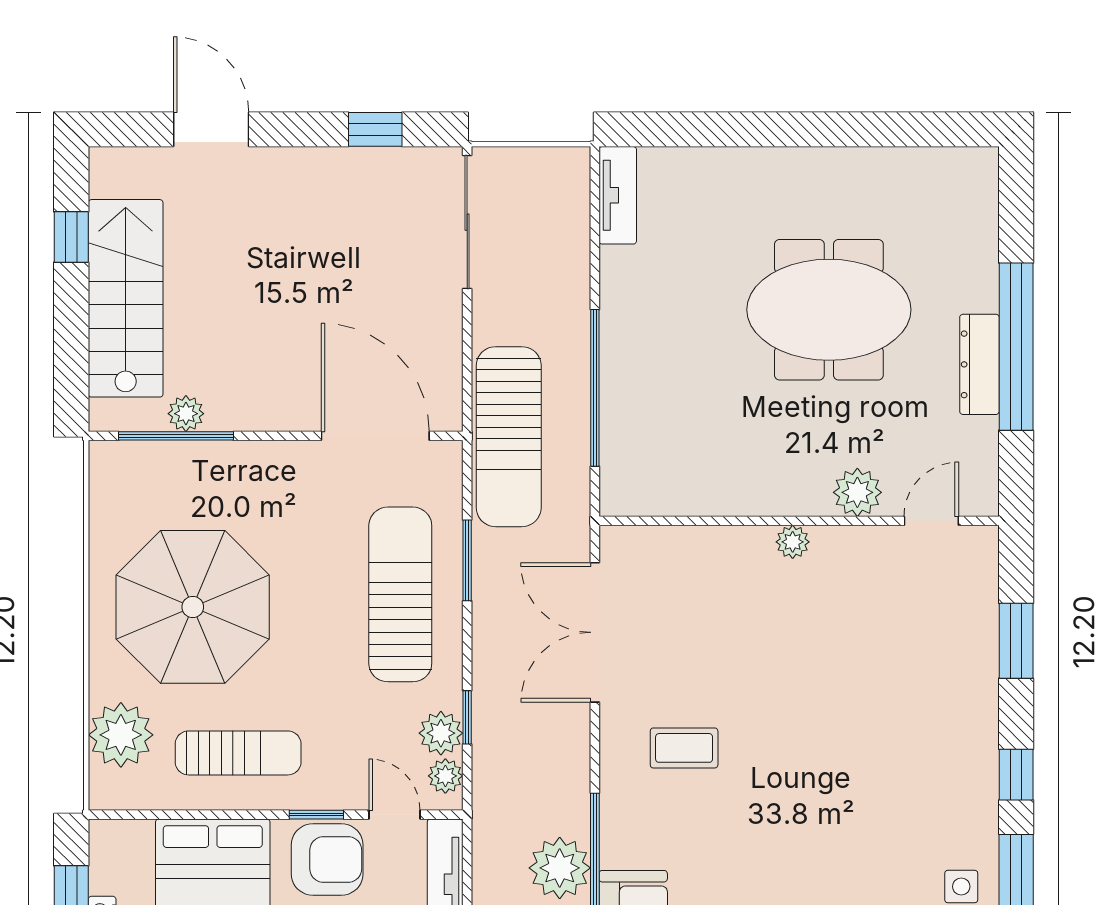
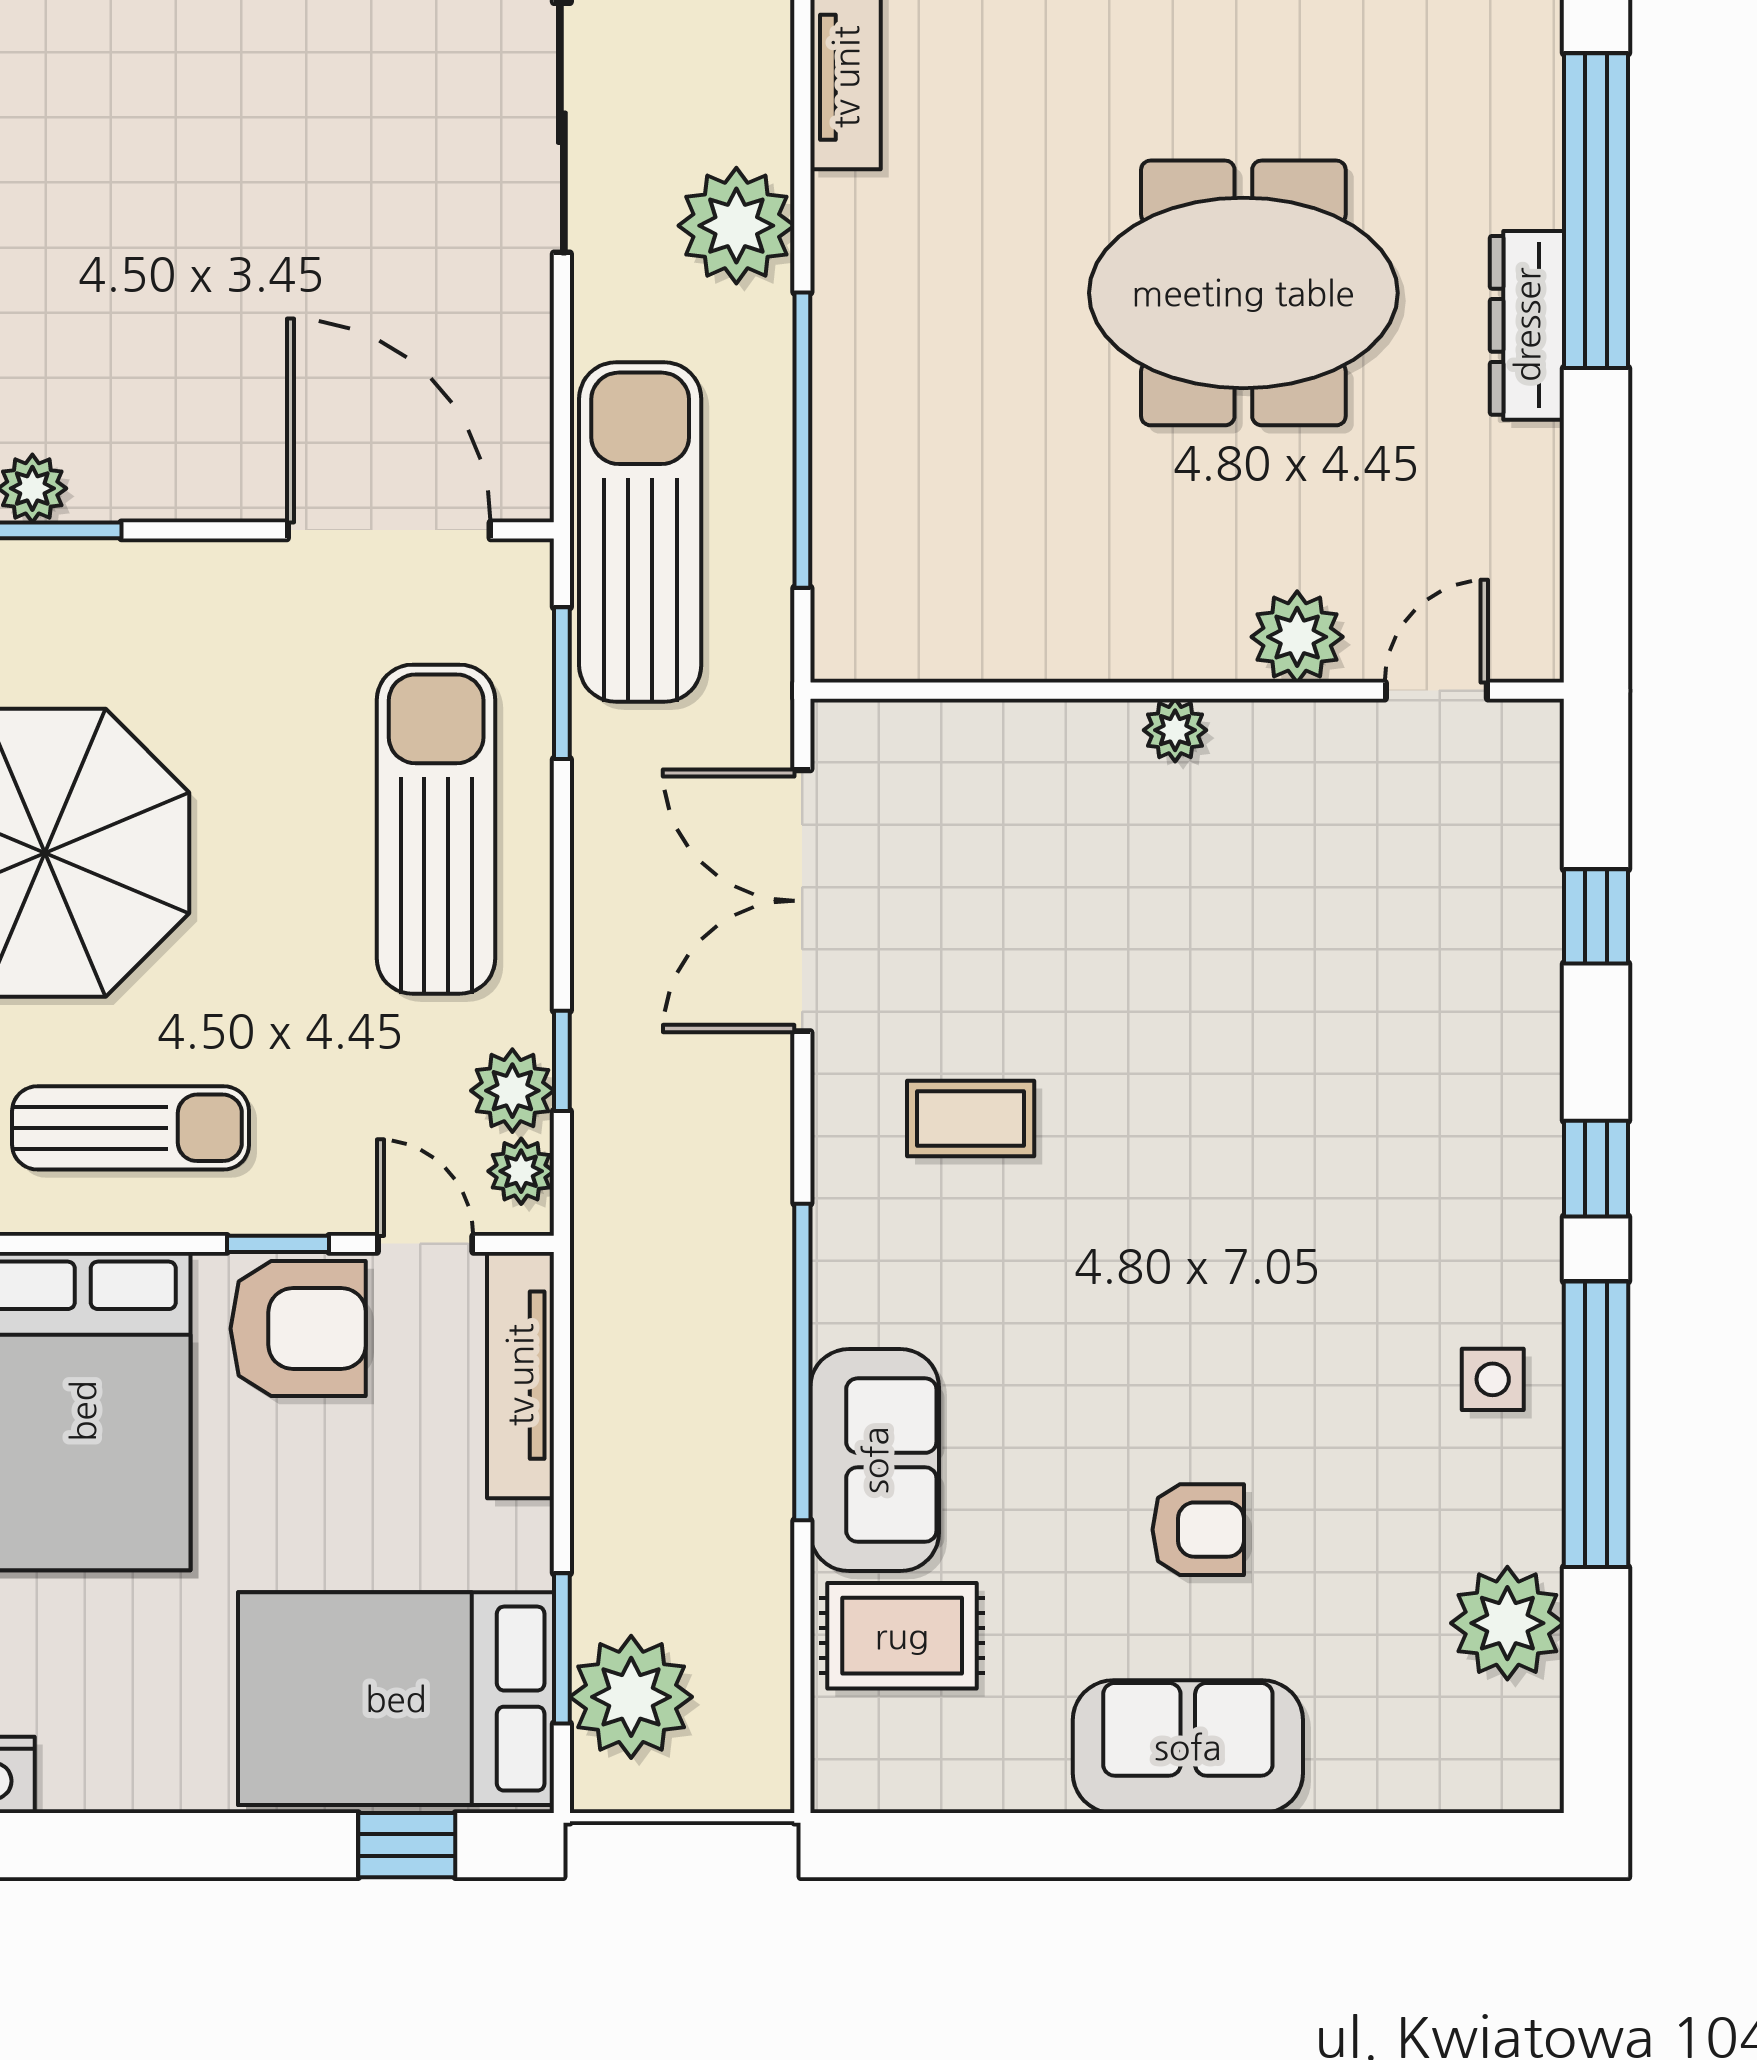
window: (1016, 347) -> (1596, 211), moved
dresser: (979, 364) -> (1527, 325), moved
sun lounger: (509, 437) -> (640, 532), turned 180
window: (467, 560) -> (562, 683), moved
window: (1016, 641) -> (1596, 916), width x0.67
plant: (560, 868) -> (736, 226), moved

